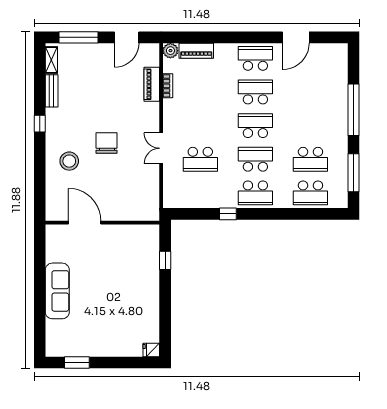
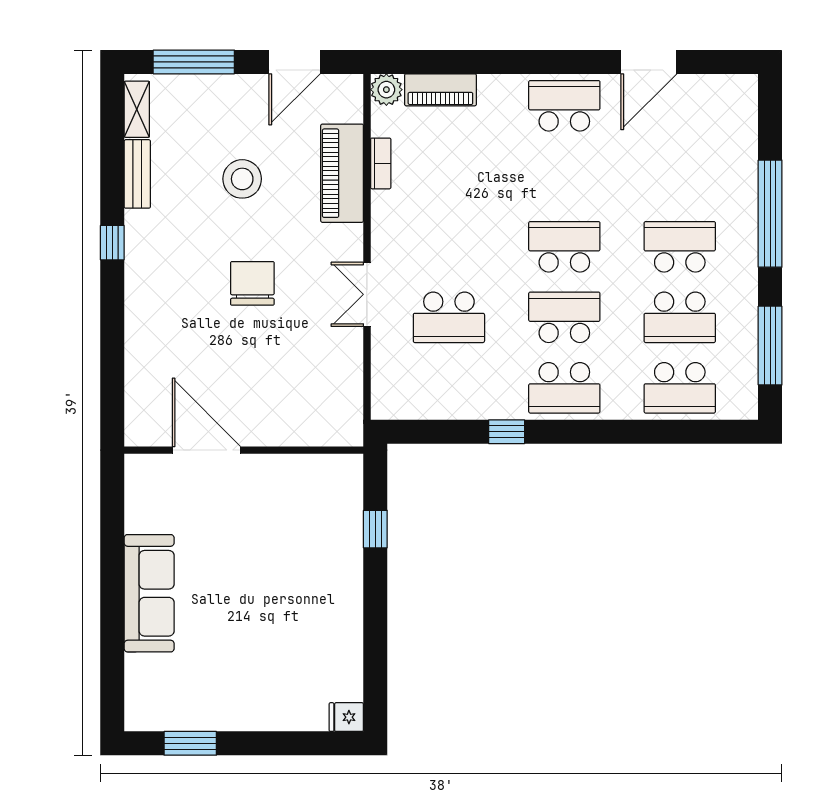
piano: (152, 84) -> (342, 173), width x1.37, depth x1.33
school desk: (255, 92) -> (680, 247), moved
stool: (69, 161) -> (242, 179), moved

